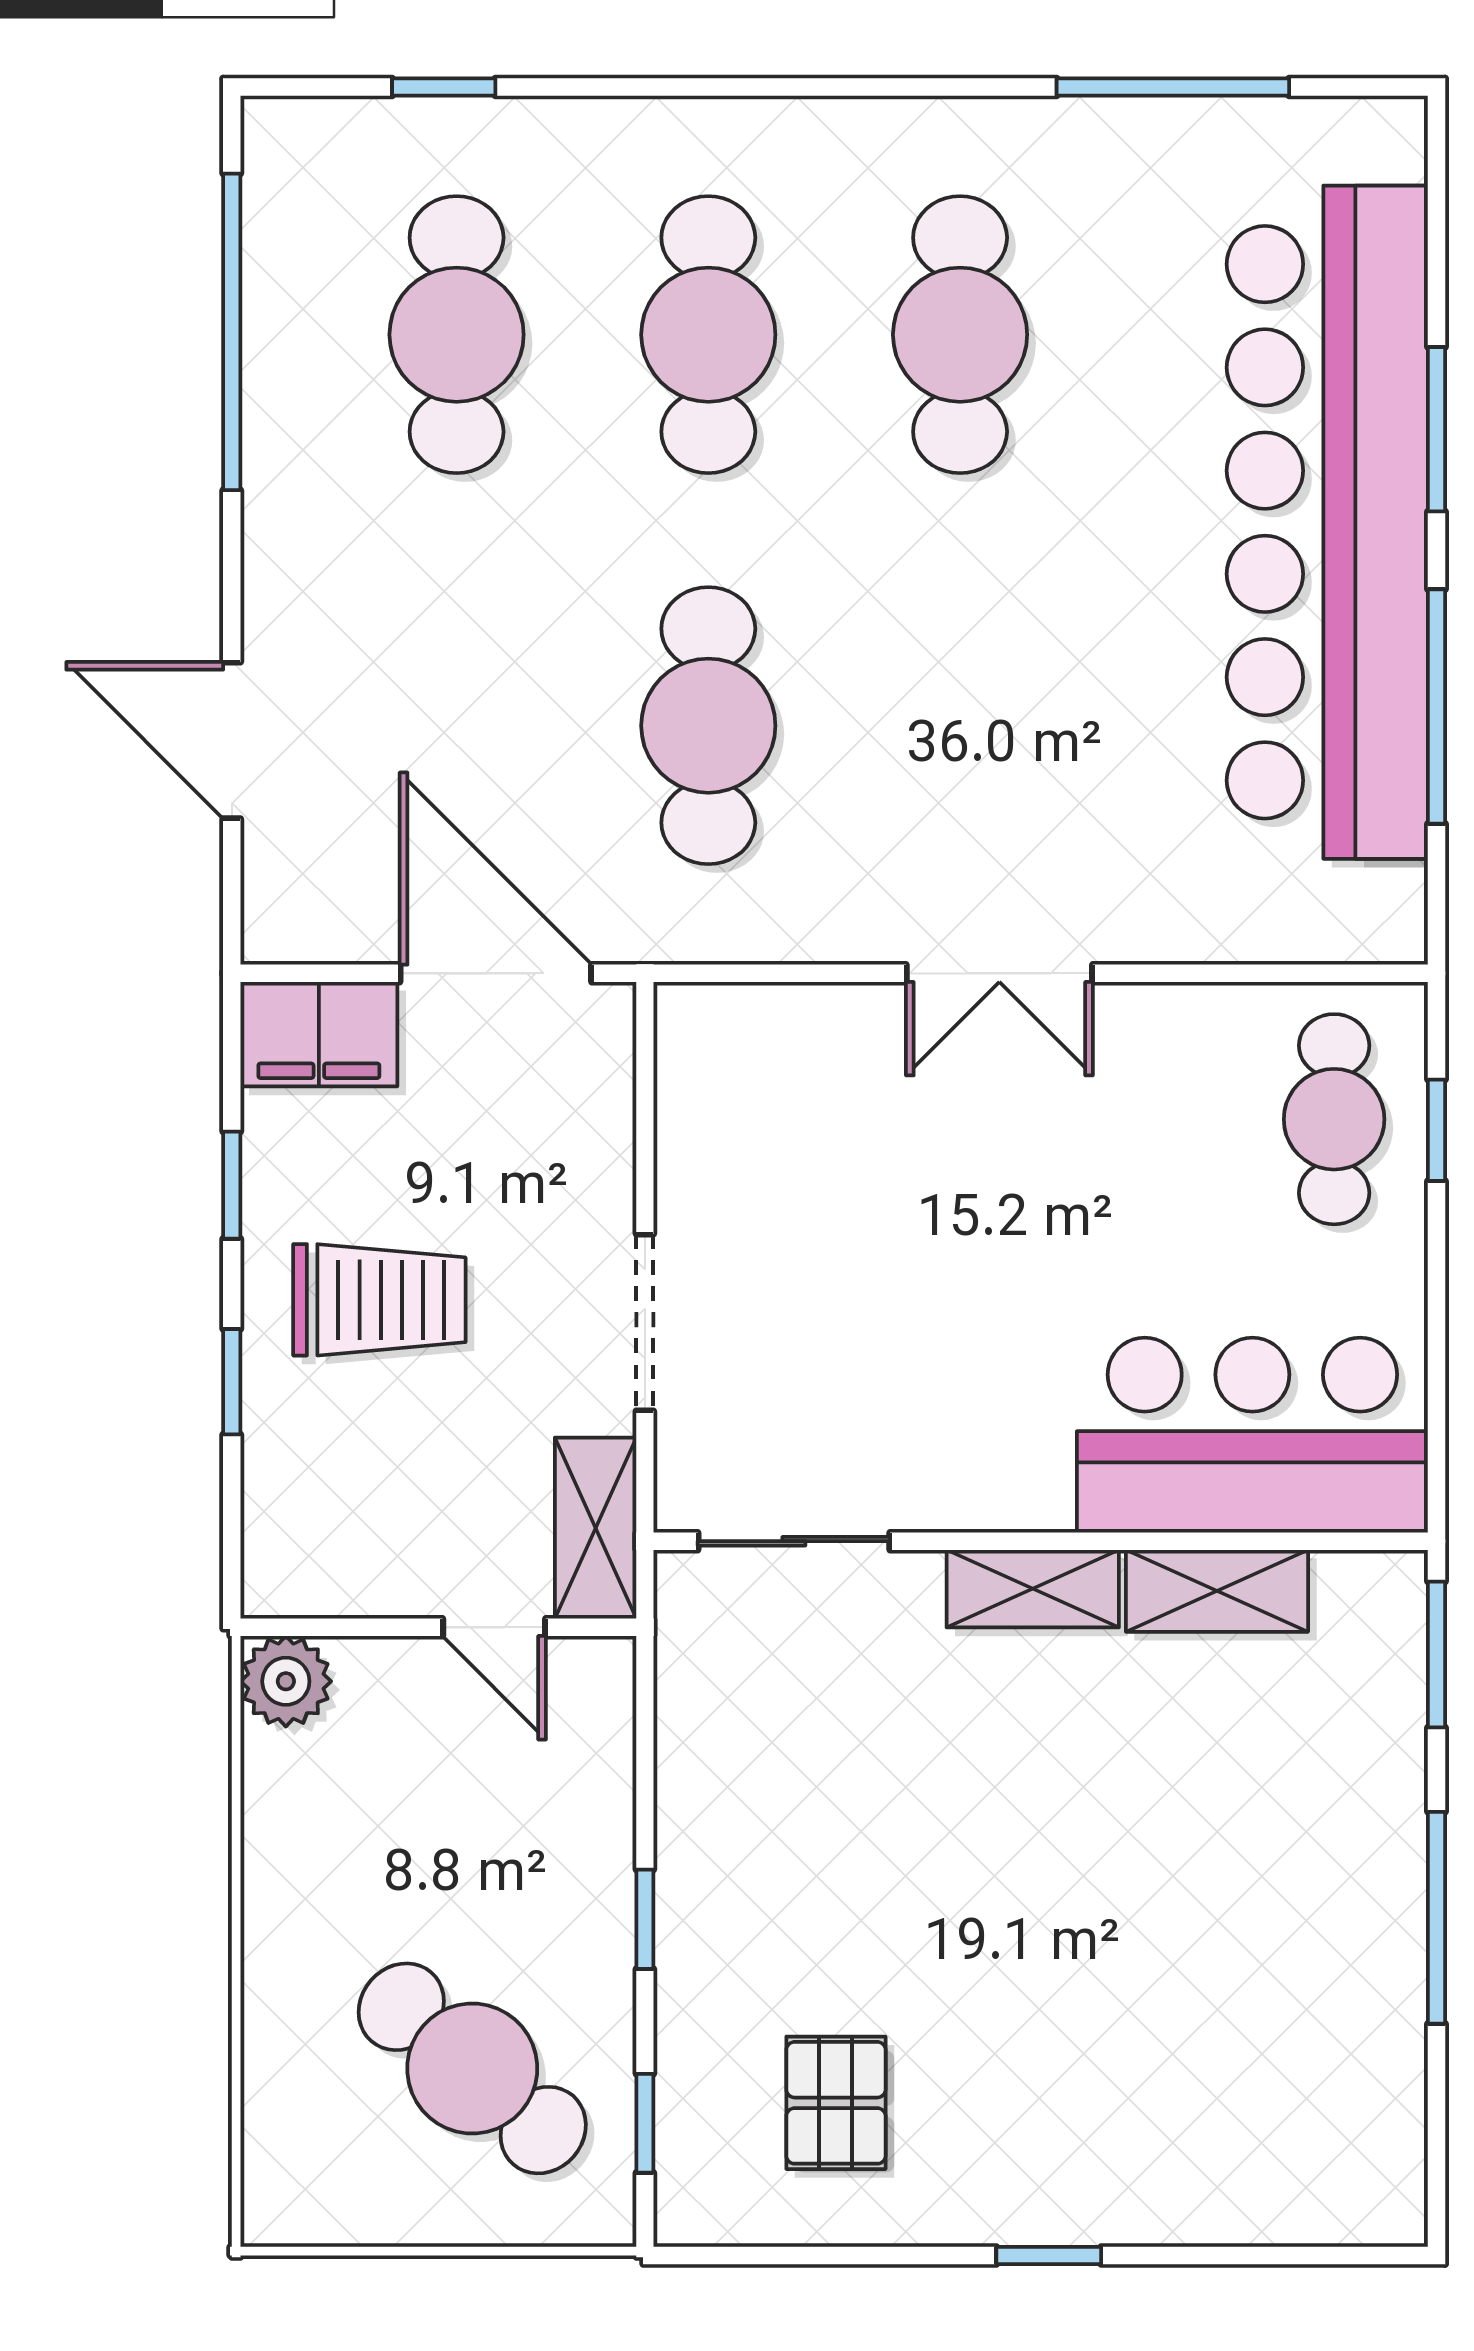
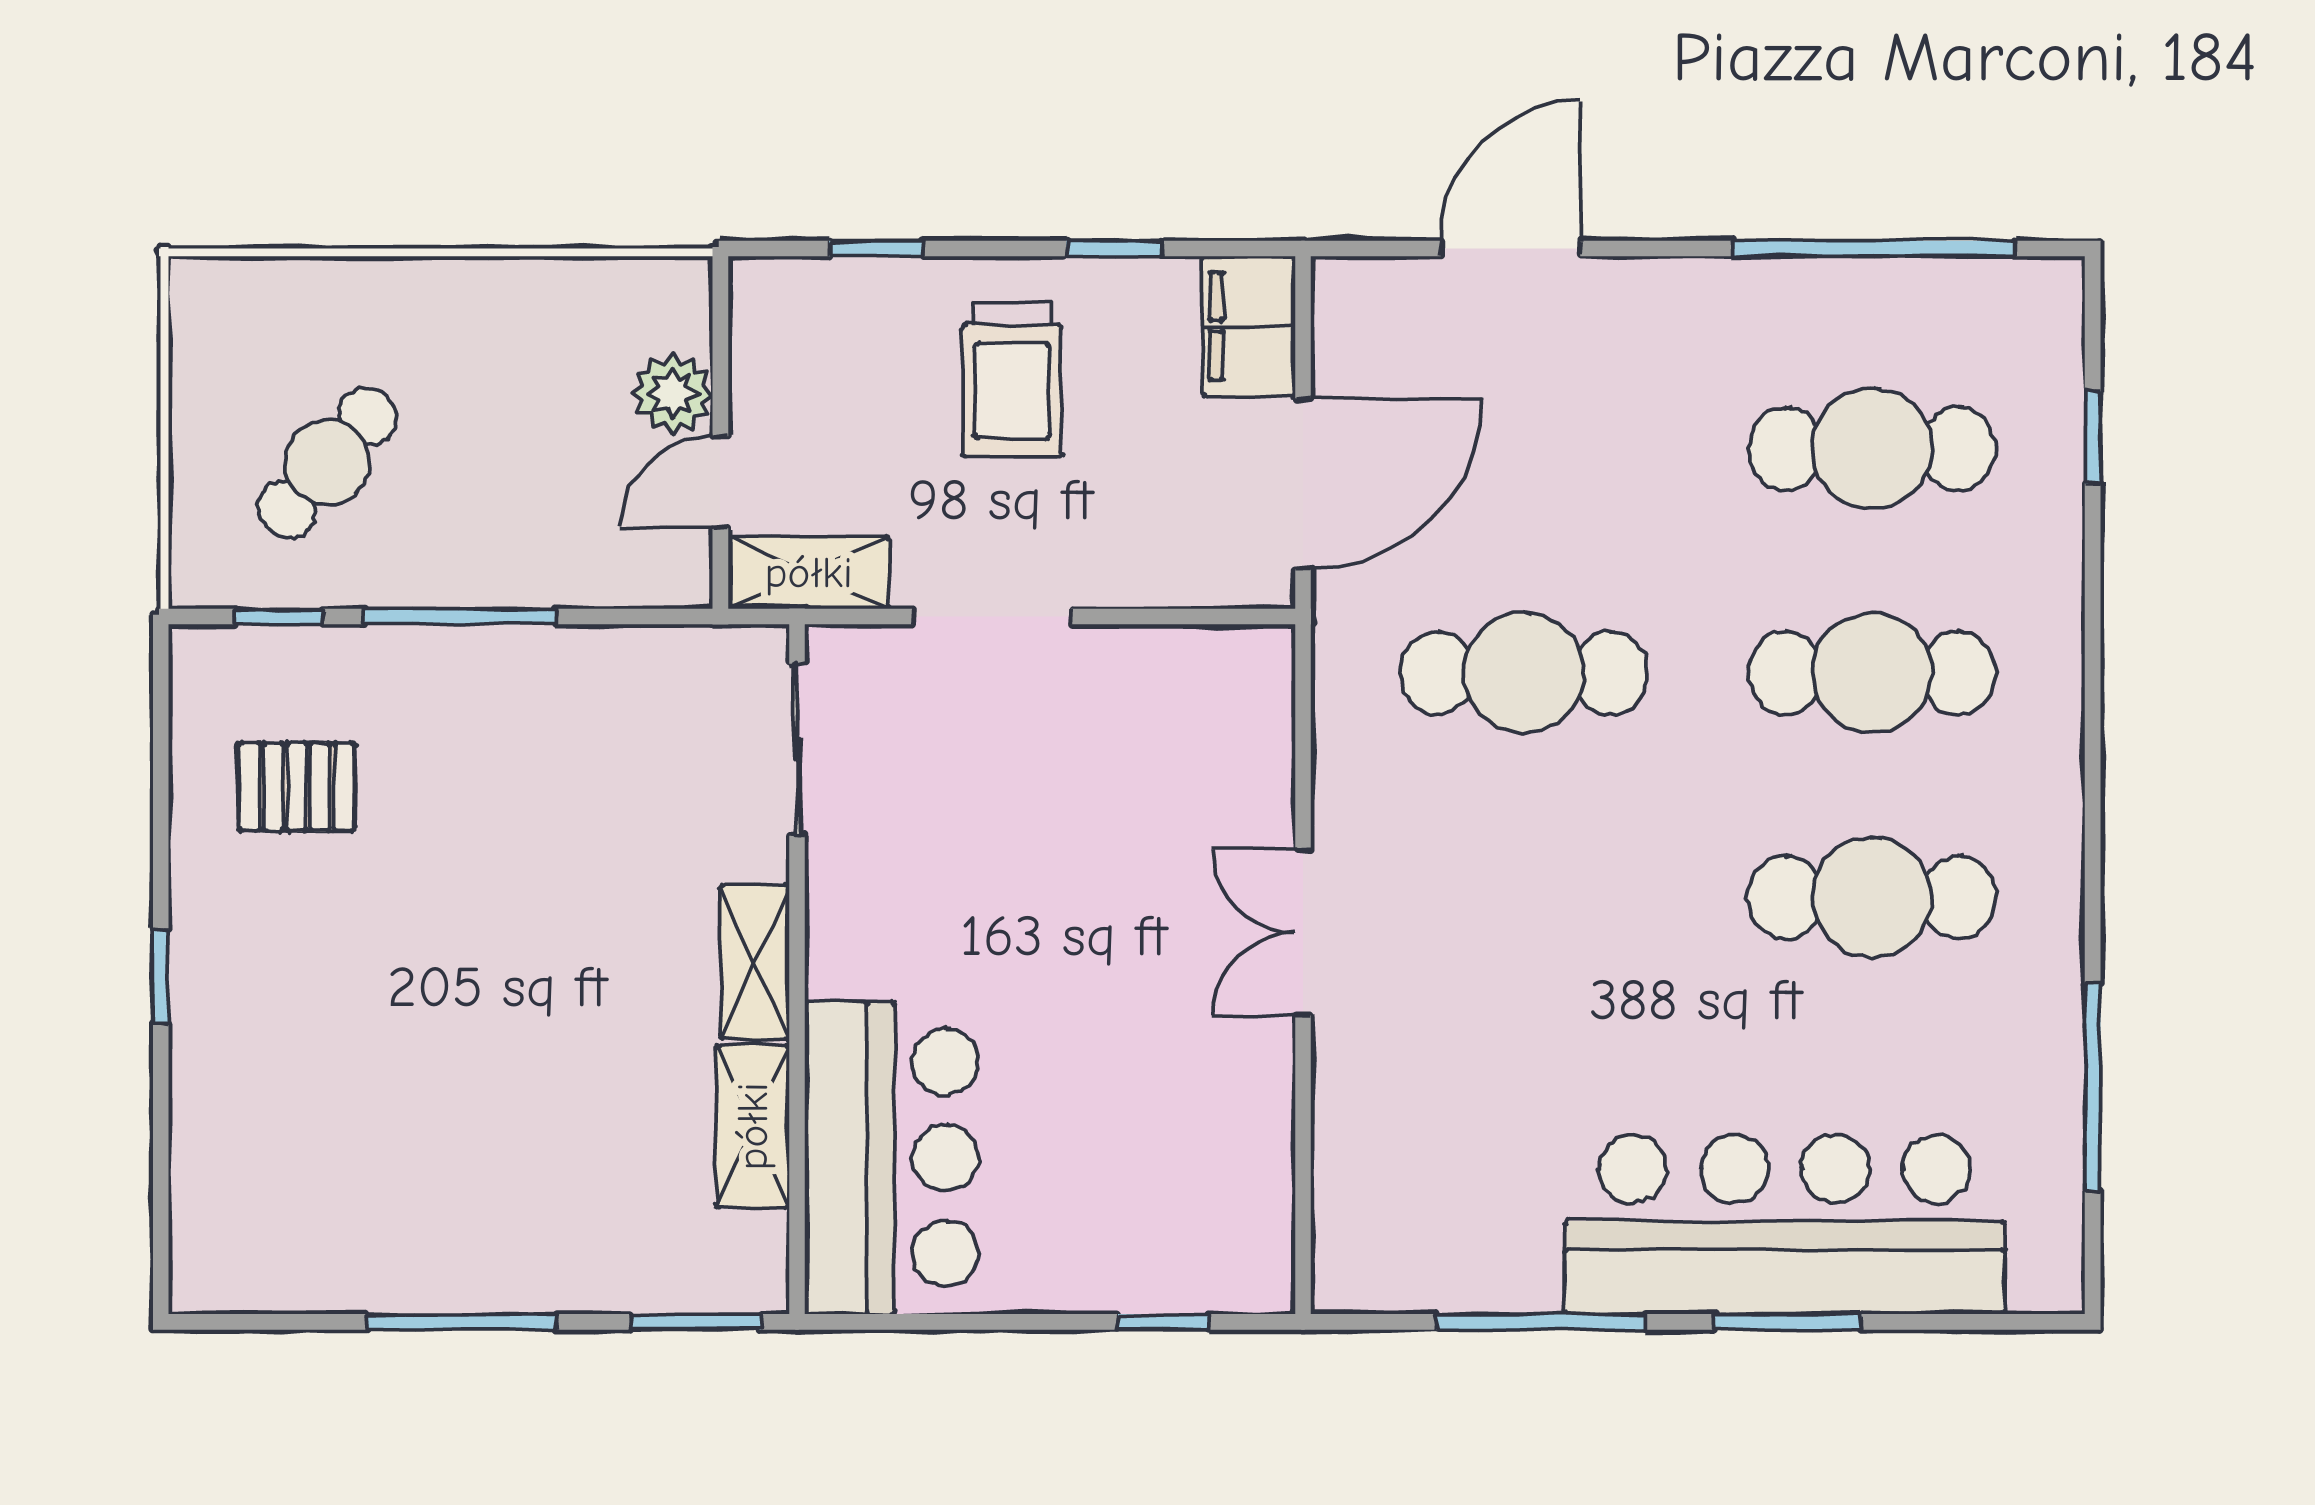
bar counter: (1327, 522) -> (1785, 1225), width x0.73
cafe table: (1334, 1119) -> (1173, 1231), removed
window: (232, 1382) -> (876, 249), moved
plant: (286, 1681) -> (672, 394), moved
window: (645, 1919) -> (460, 617), width x2.17
cafe table: (472, 2068) -> (327, 463), width x0.73, depth x0.74

